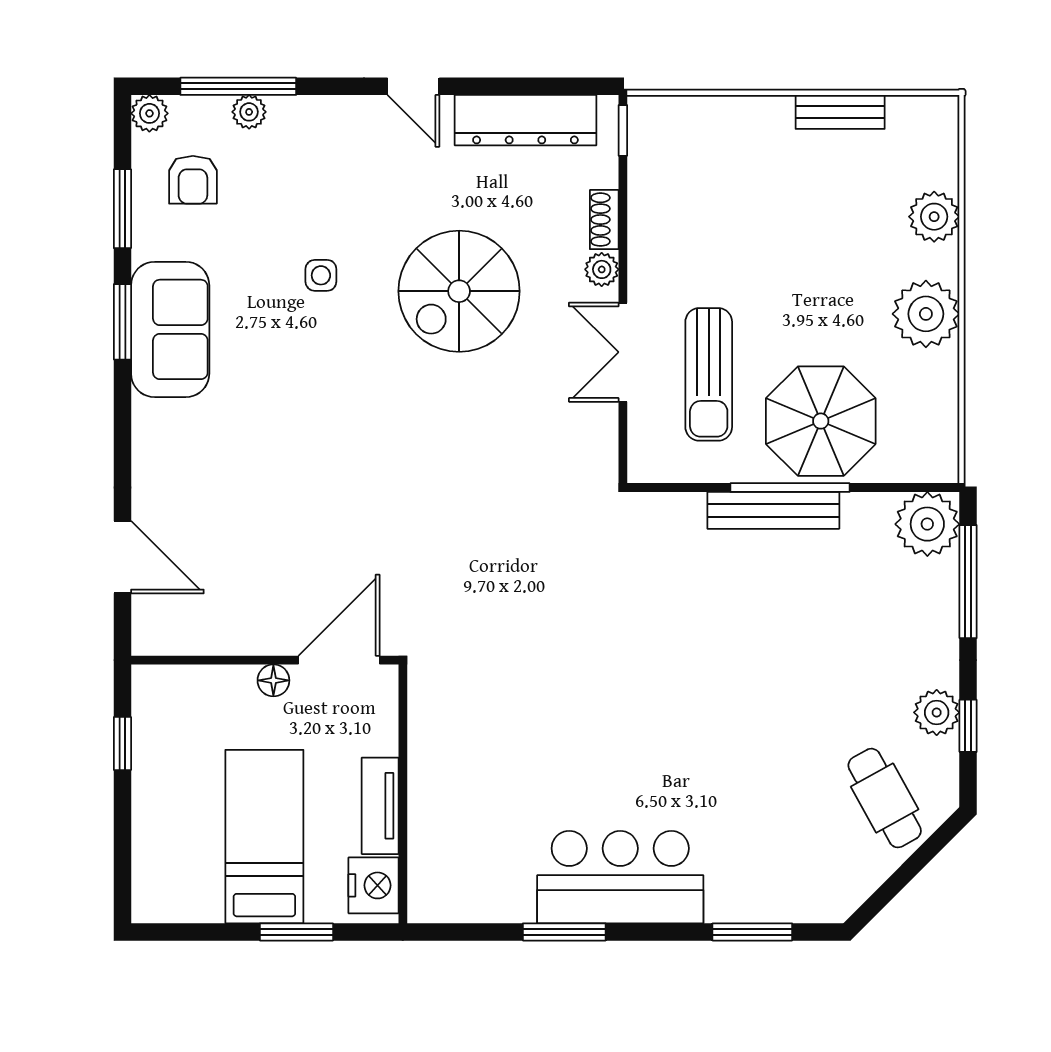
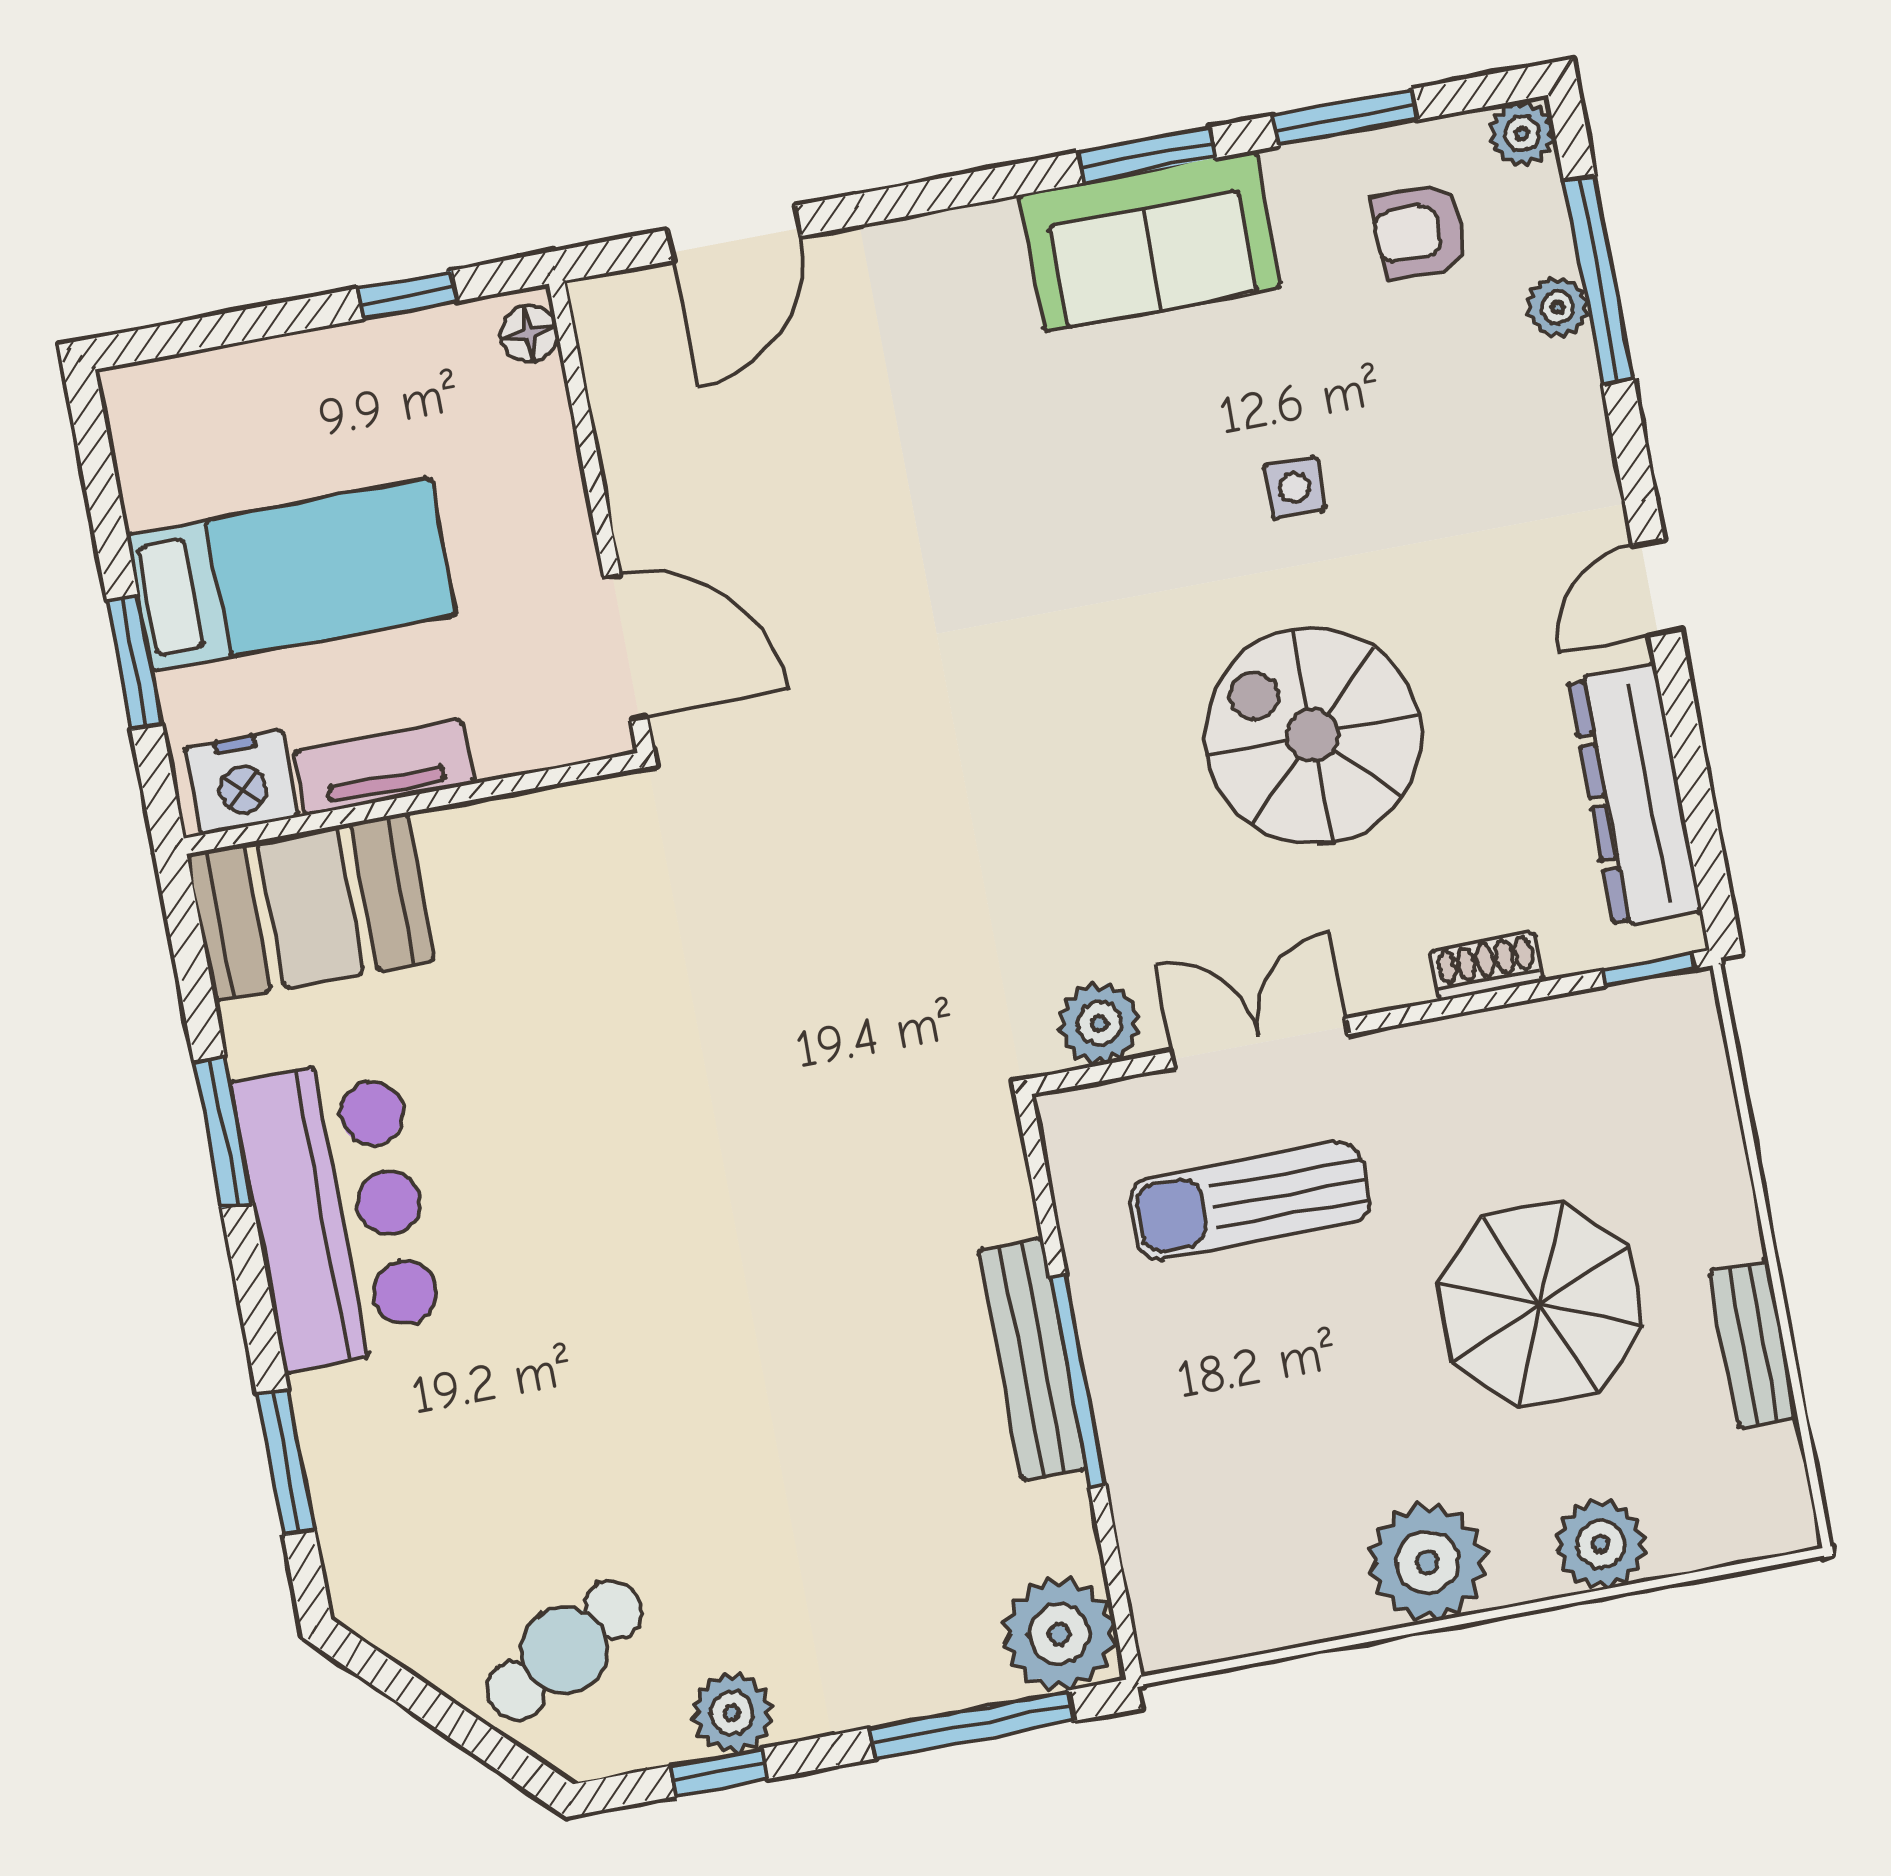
plant: (602, 269) -> (1100, 1023), moved, width x1.38, depth x1.38
parasol: (821, 421) -> (1540, 1304), moved
floor lamp: (273, 680) -> (529, 333), moved
booth: (449, 860) -> (311, 907), added

